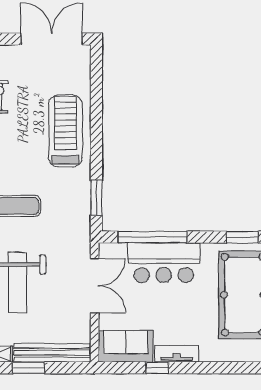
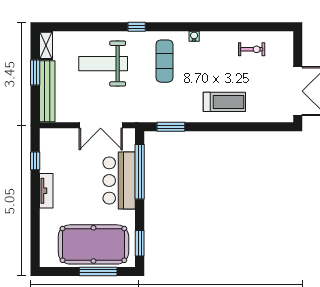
treadmill: (65, 131) -> (224, 102), width x0.73, depth x0.73
sofa: (126, 346) -> (52, 150), removed
window: (157, 368) -> (35, 161), moved

